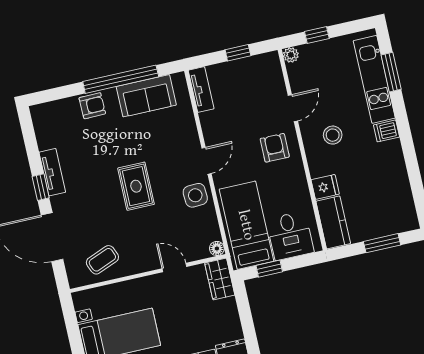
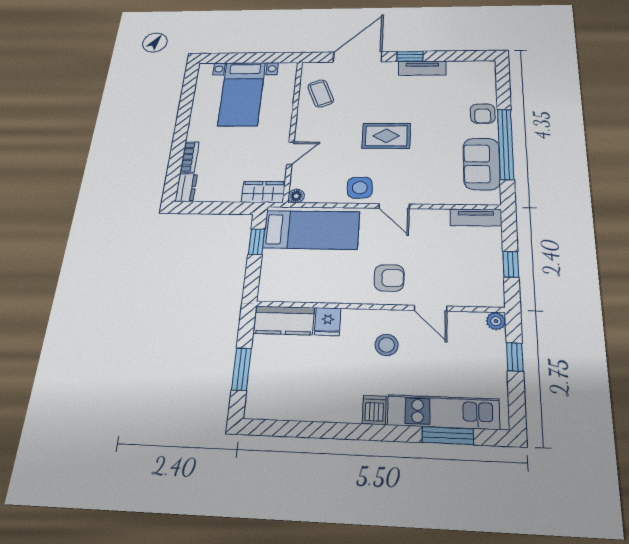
desk: (290, 236) -> (285, 271), removed

